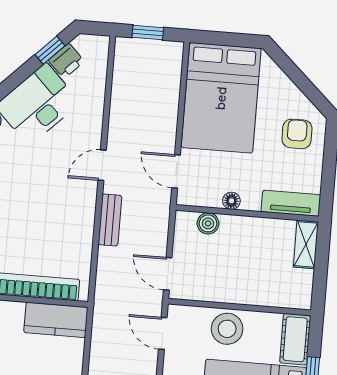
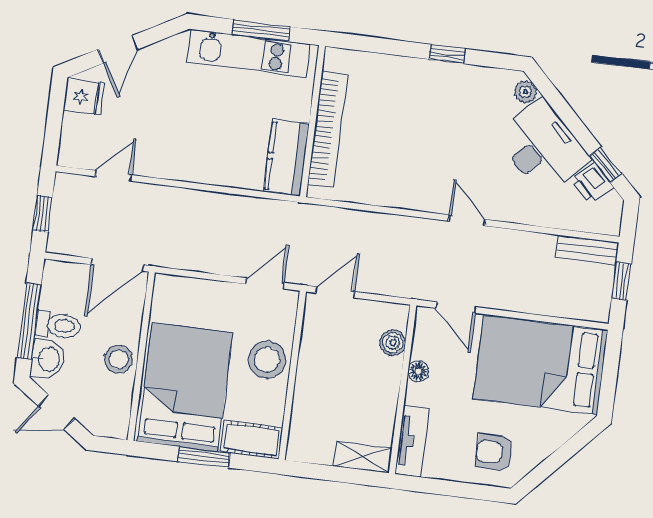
armchair: (297, 134) -> (494, 452), turned 180
door: (176, 171) -> (456, 307), swing flipped
bench: (110, 220) -> (587, 250), moved

